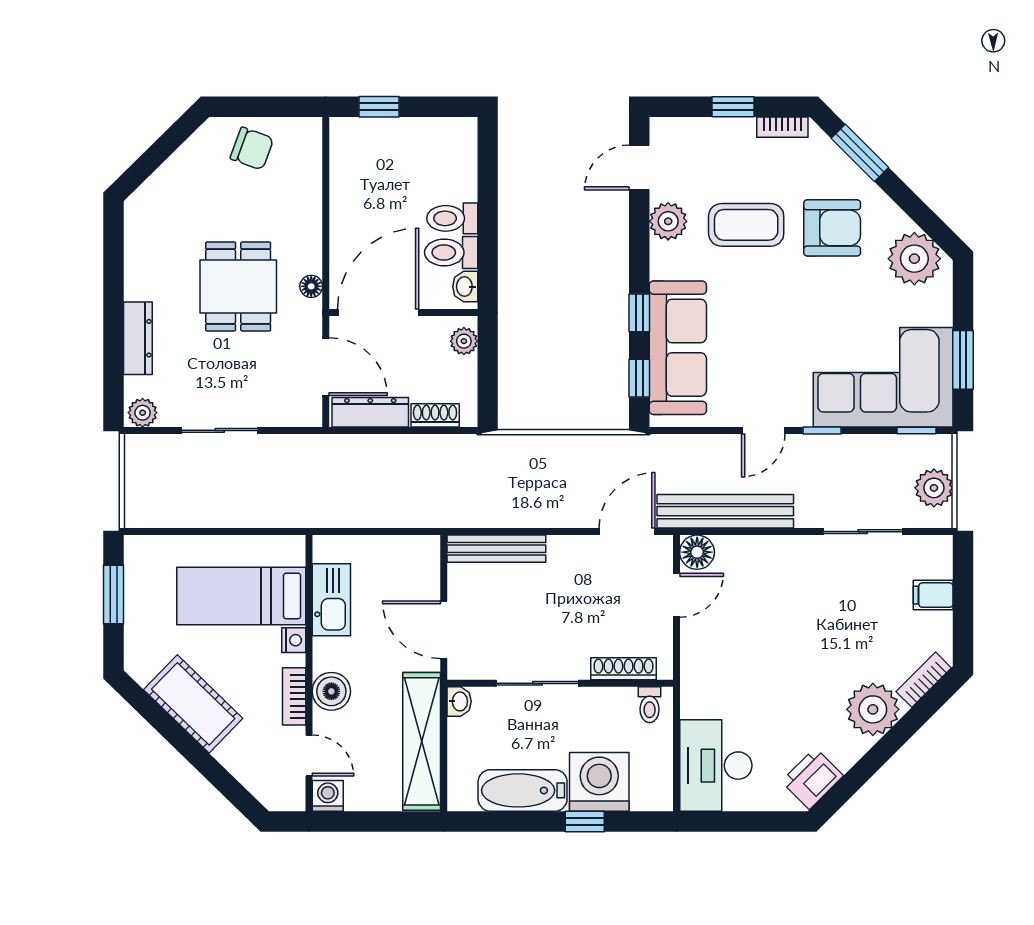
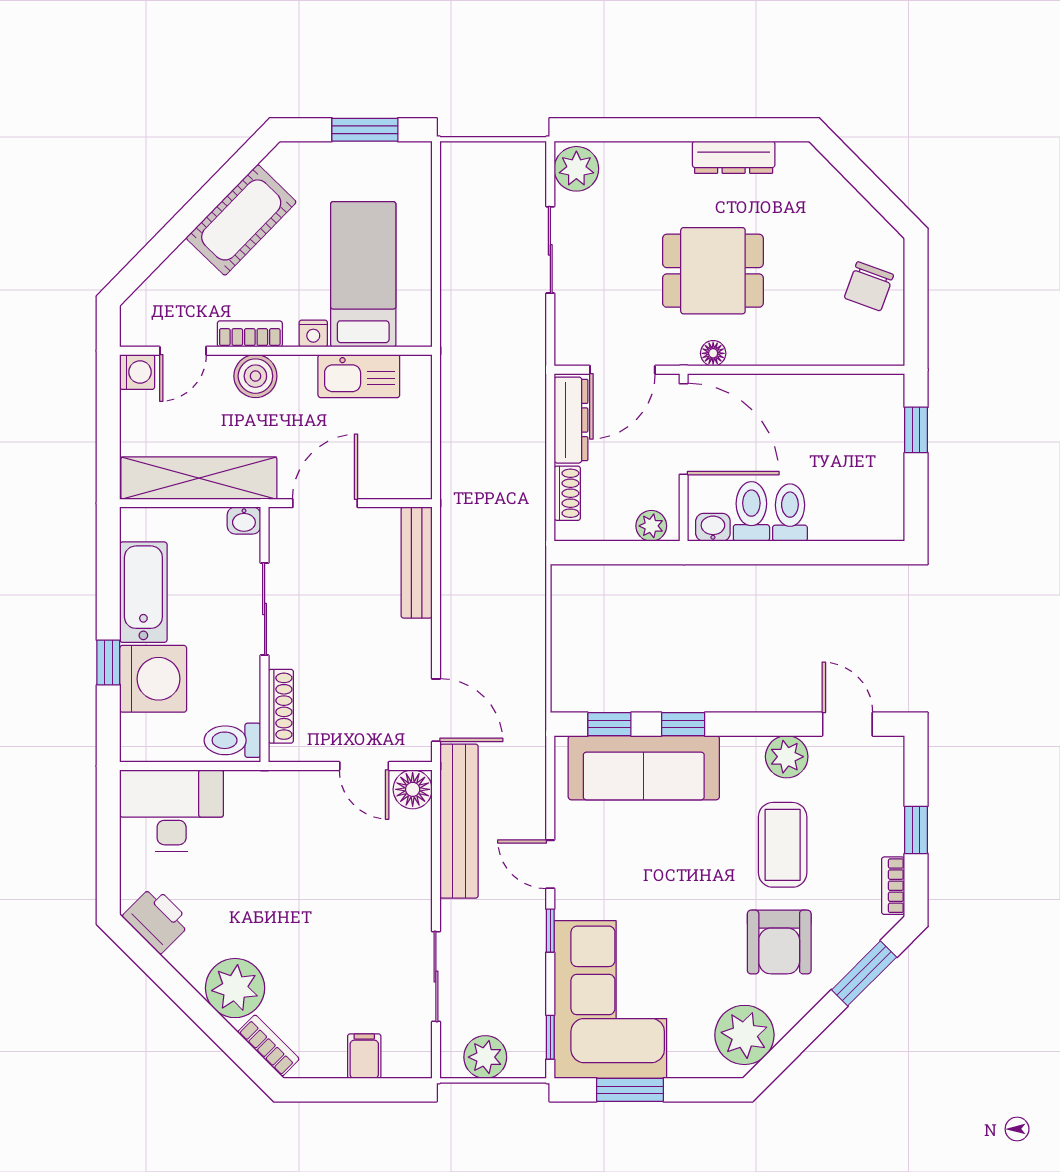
dresser: (138, 338) -> (734, 157), moved
plant: (143, 413) -> (576, 169), width x1.38, depth x1.38
toilet: (650, 705) -> (232, 740), width x1.37, depth x1.39

